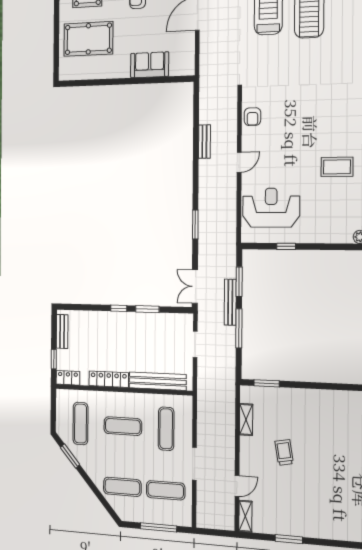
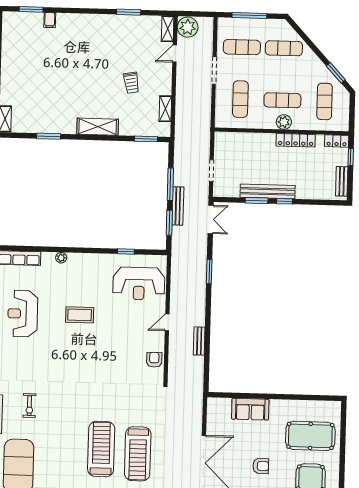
bench: (158, 381) -> (268, 191), moved
shelving: (321, 399) -> (98, 127), added
plant: (121, 401) -> (284, 122), added
plant: (224, 517) -> (188, 27), added

